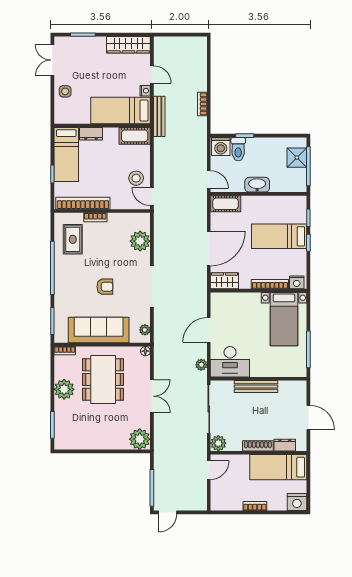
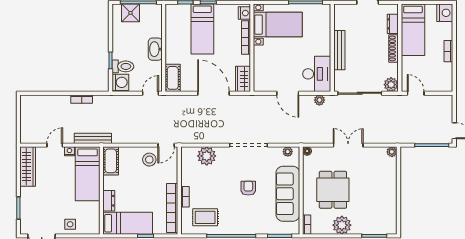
dining table: (103, 379) -> (333, 190), width x0.73
plant: (140, 439) -> (392, 152), width x0.53, depth x0.53

